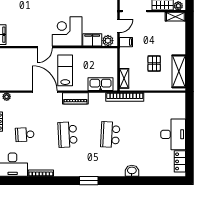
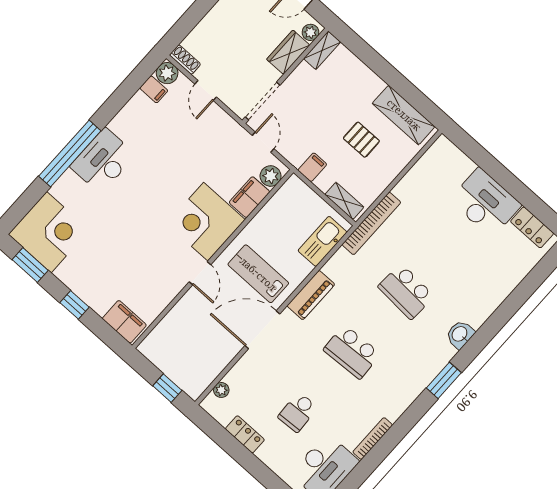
filing cabinet: (126, 42) -> (312, 167), moved
washbasin: (132, 171) -> (460, 334), moved

